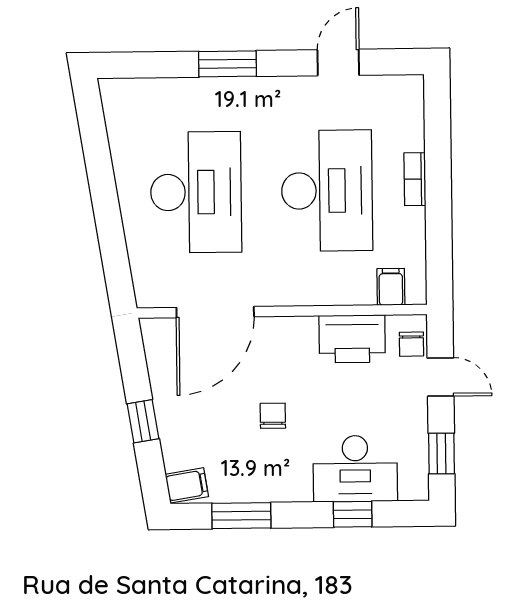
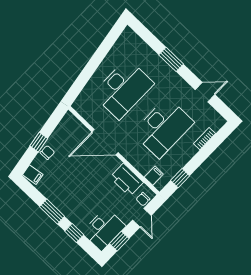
bookcase: (415, 179) -> (205, 139), moved
window: (439, 248) -> (180, 178), added
door: (215, 312) -> (105, 142), moved
chair: (273, 416) -> (47, 152), moved
desk: (355, 469) -> (104, 229), moved, turned -90
window: (241, 516) -> (52, 212), moved

